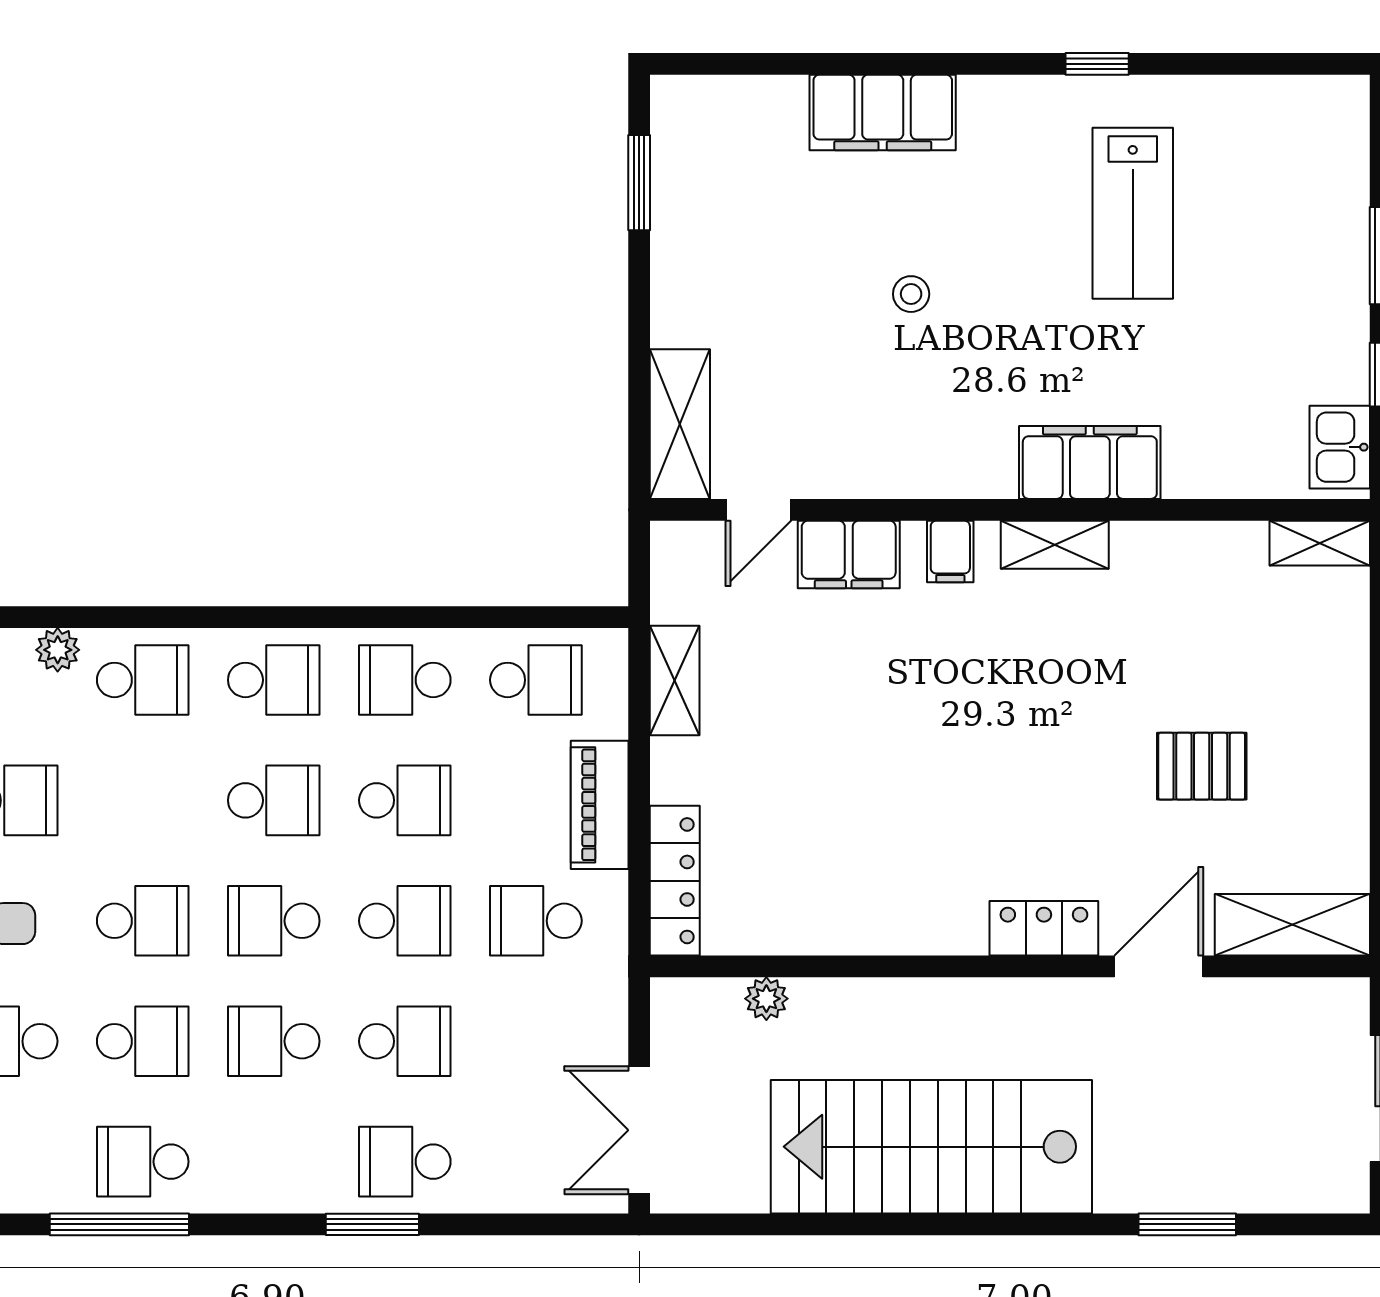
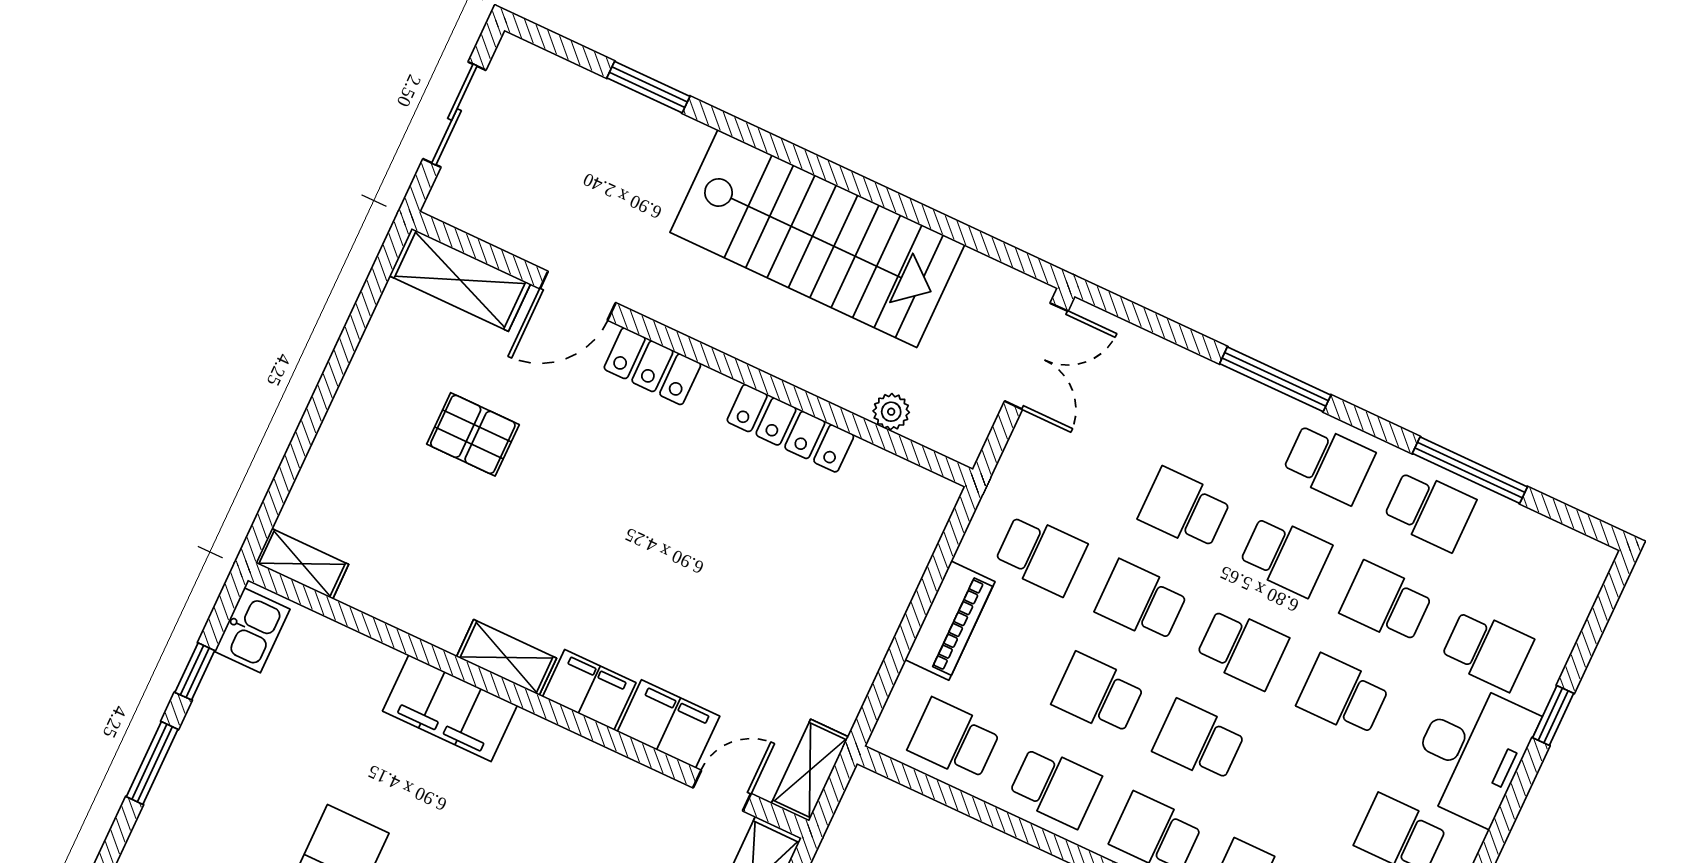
filing cabinet: (950, 551) -> (589, 690), width x2.00
shelving: (675, 681) -> (810, 770), moved
locker: (675, 881) -> (790, 428), moved, turned -90
school desk: (405, 1162) -> (1329, 463), moved
window: (372, 1224) -> (1275, 379), width x1.44

